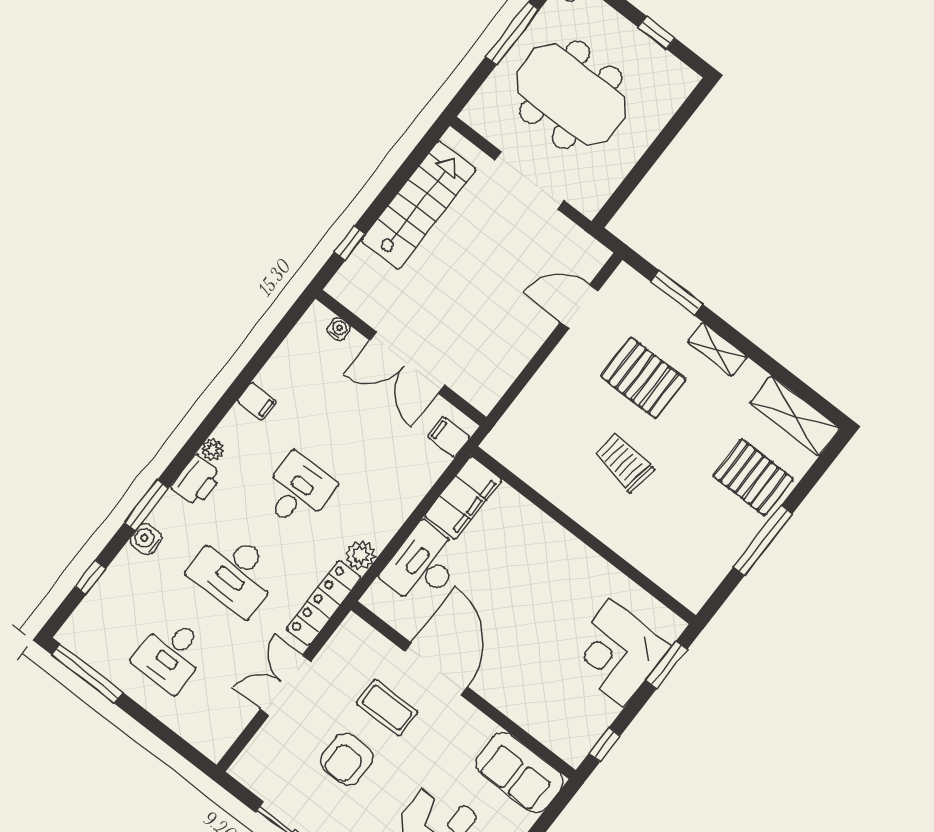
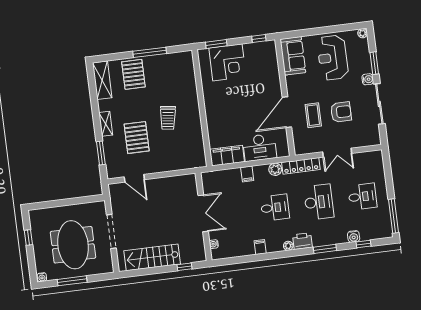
filing cabinet: (449, 437) -> (247, 174), moved
desk: (298, 491) -> (275, 208), turned 180
water cooler: (146, 539) -> (354, 236), moved

